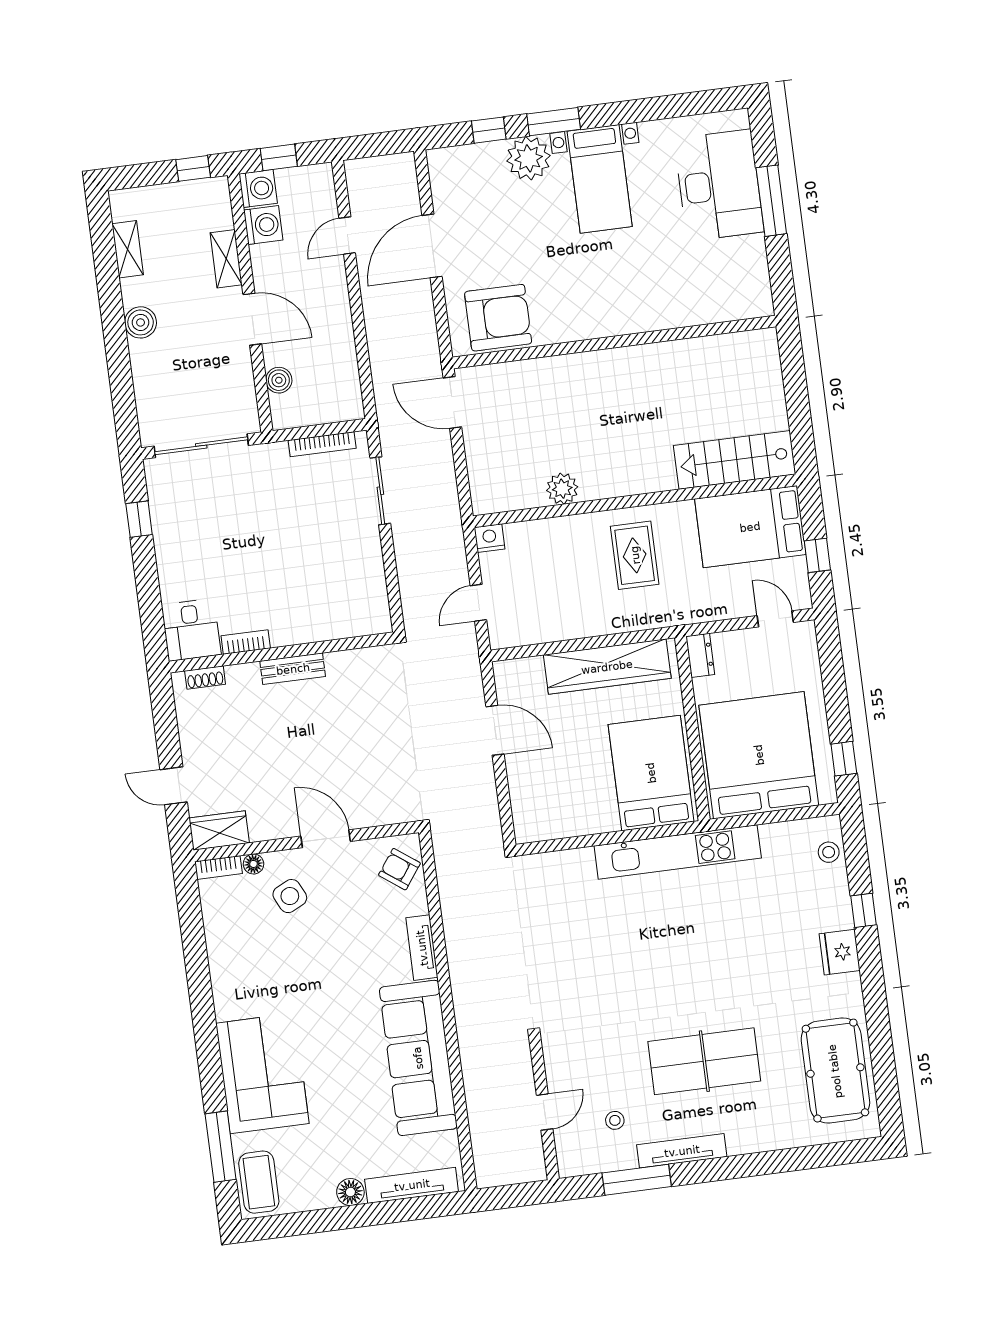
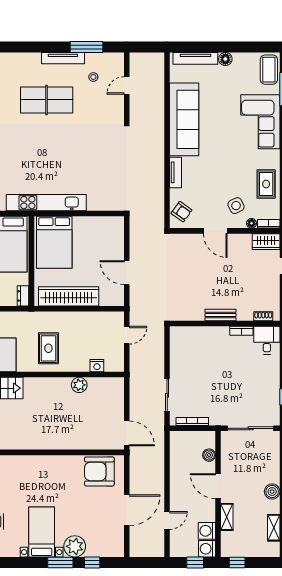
nightstand: (490, 538) -> (97, 366), moved
rug: (234, 948) -> (266, 184), added

